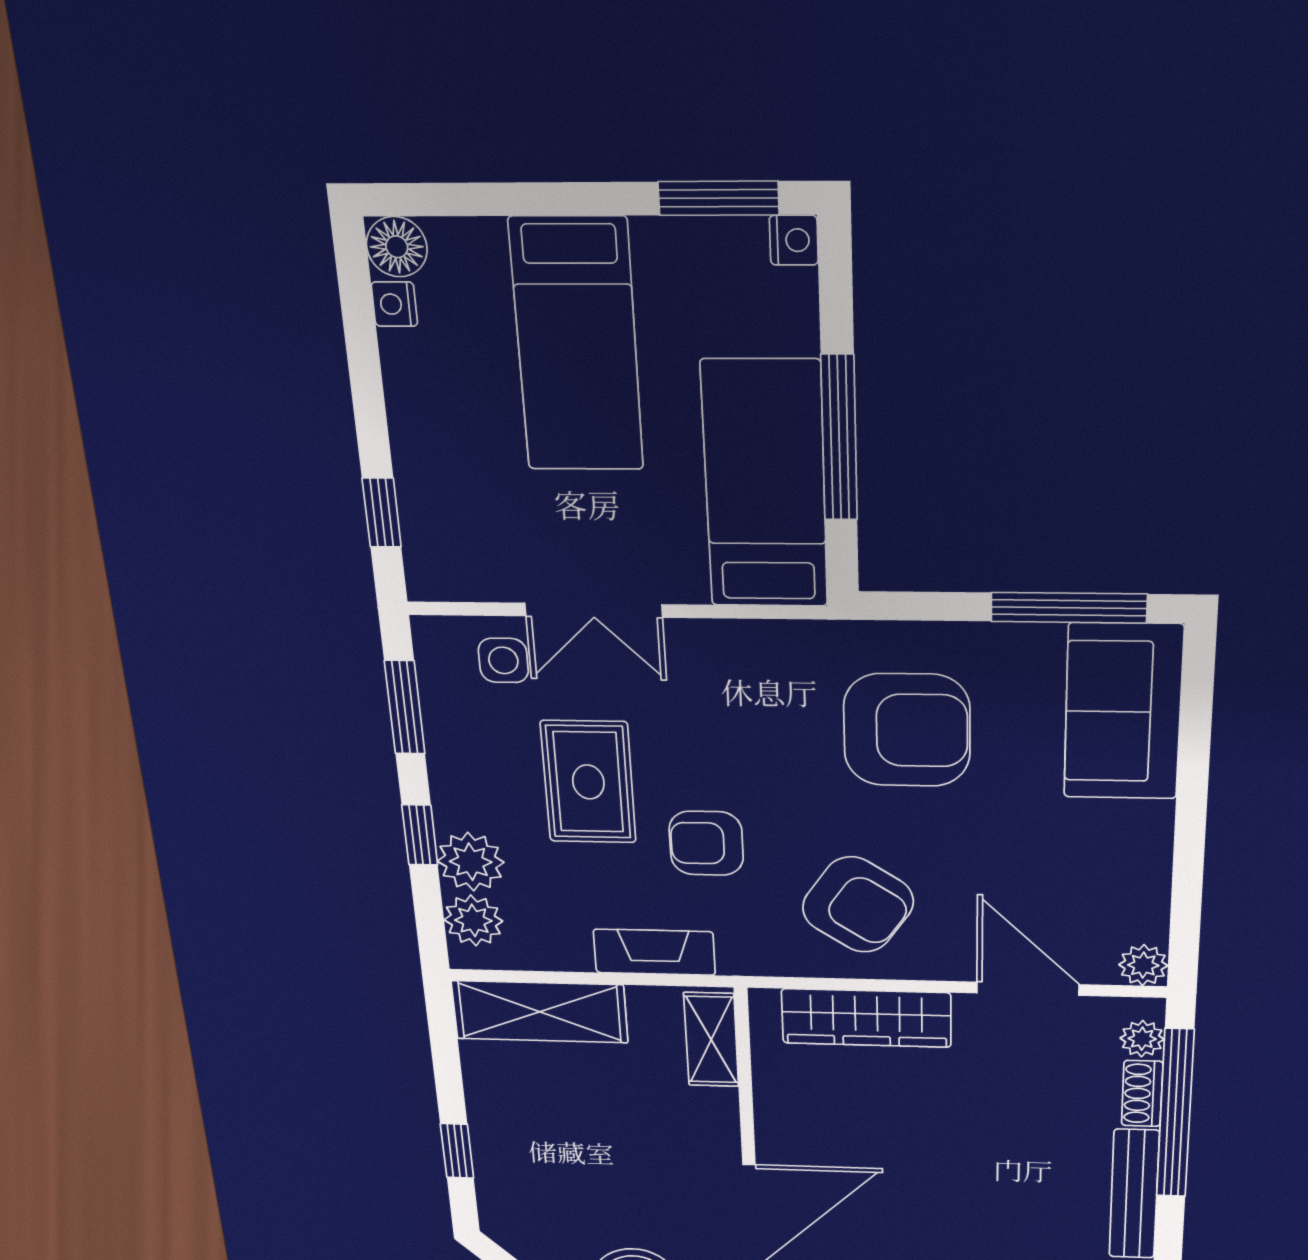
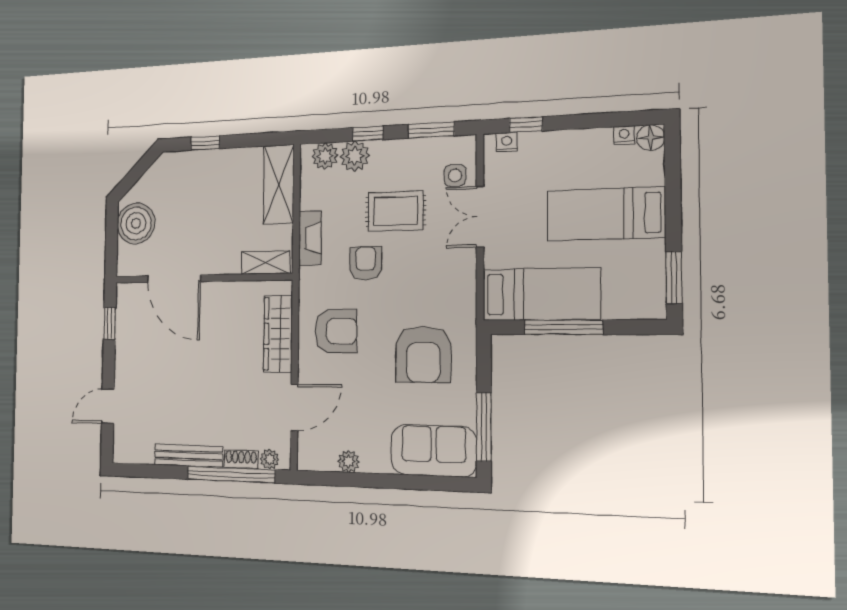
nightstand: (794, 240) -> (507, 142), moved, turned 180
armchair: (858, 905) -> (336, 331), turned -124
plant: (1143, 965) -> (349, 461), moved

